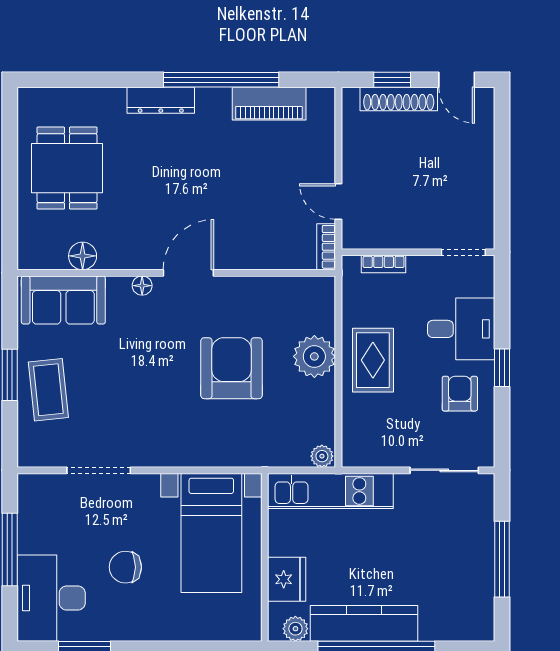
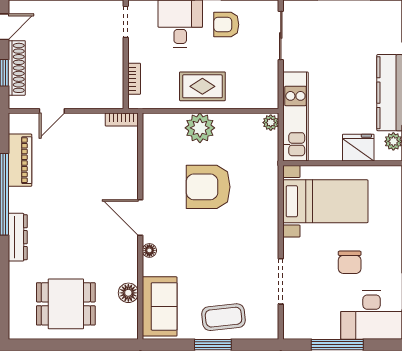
door: (338, 201) -> (52, 111), moved

